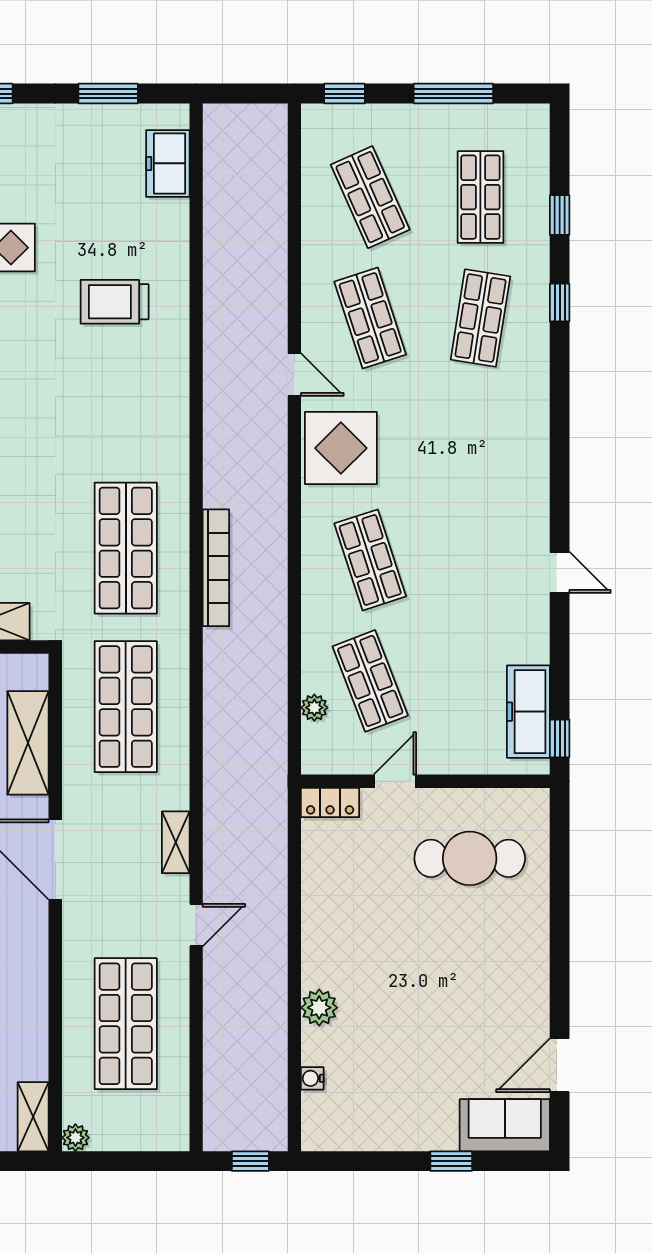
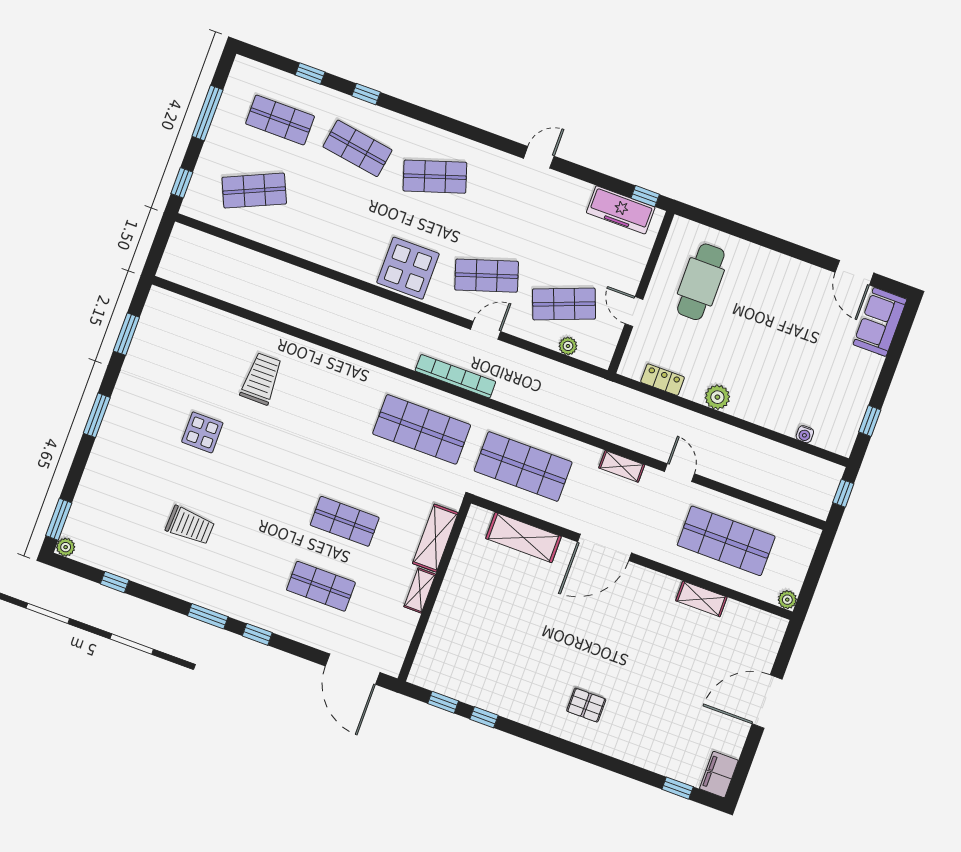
freezer: (168, 163) -> (185, 312), removed
trolley: (115, 302) -> (261, 379), turned 180
shop shelf: (370, 318) -> (435, 177), moved
door: (294, 374) -> (486, 330), moved
locker: (330, 803) -> (663, 380), moved, turned -90
plant: (319, 1008) -> (717, 397), moved
shelving: (33, 1117) -> (701, 599), moved
window: (451, 1161) -> (870, 421), moved

